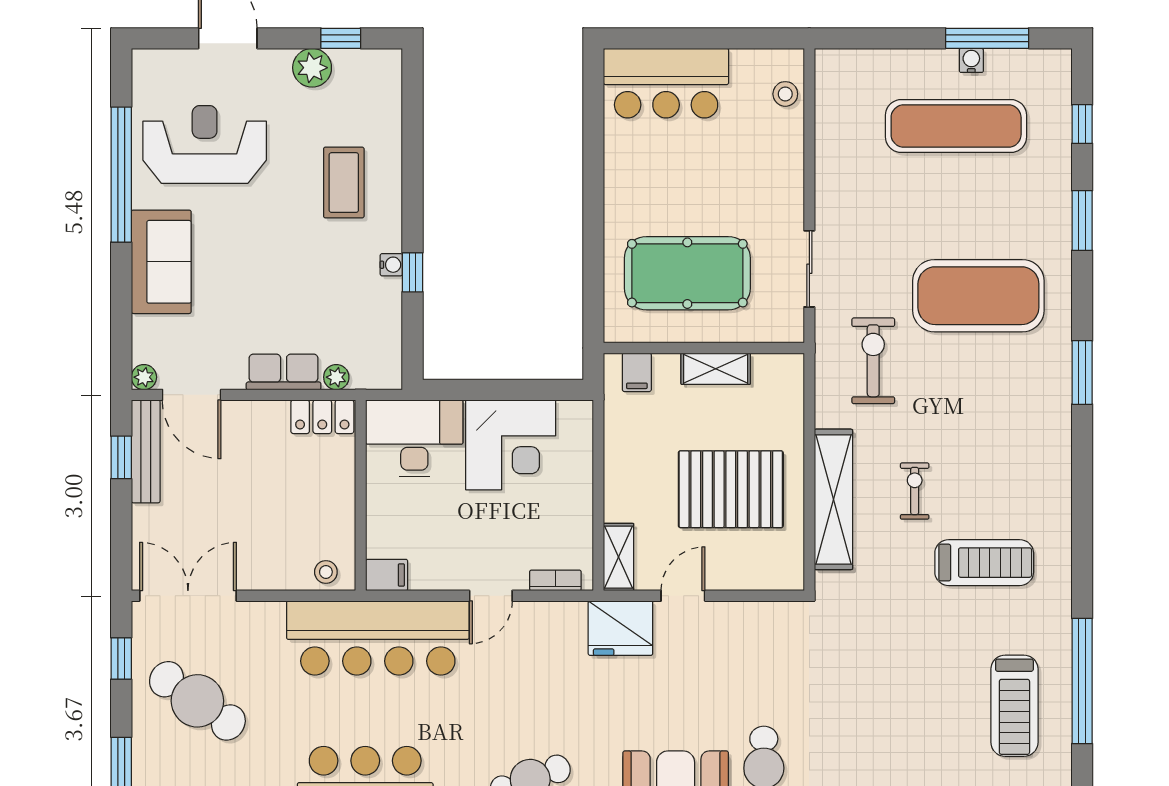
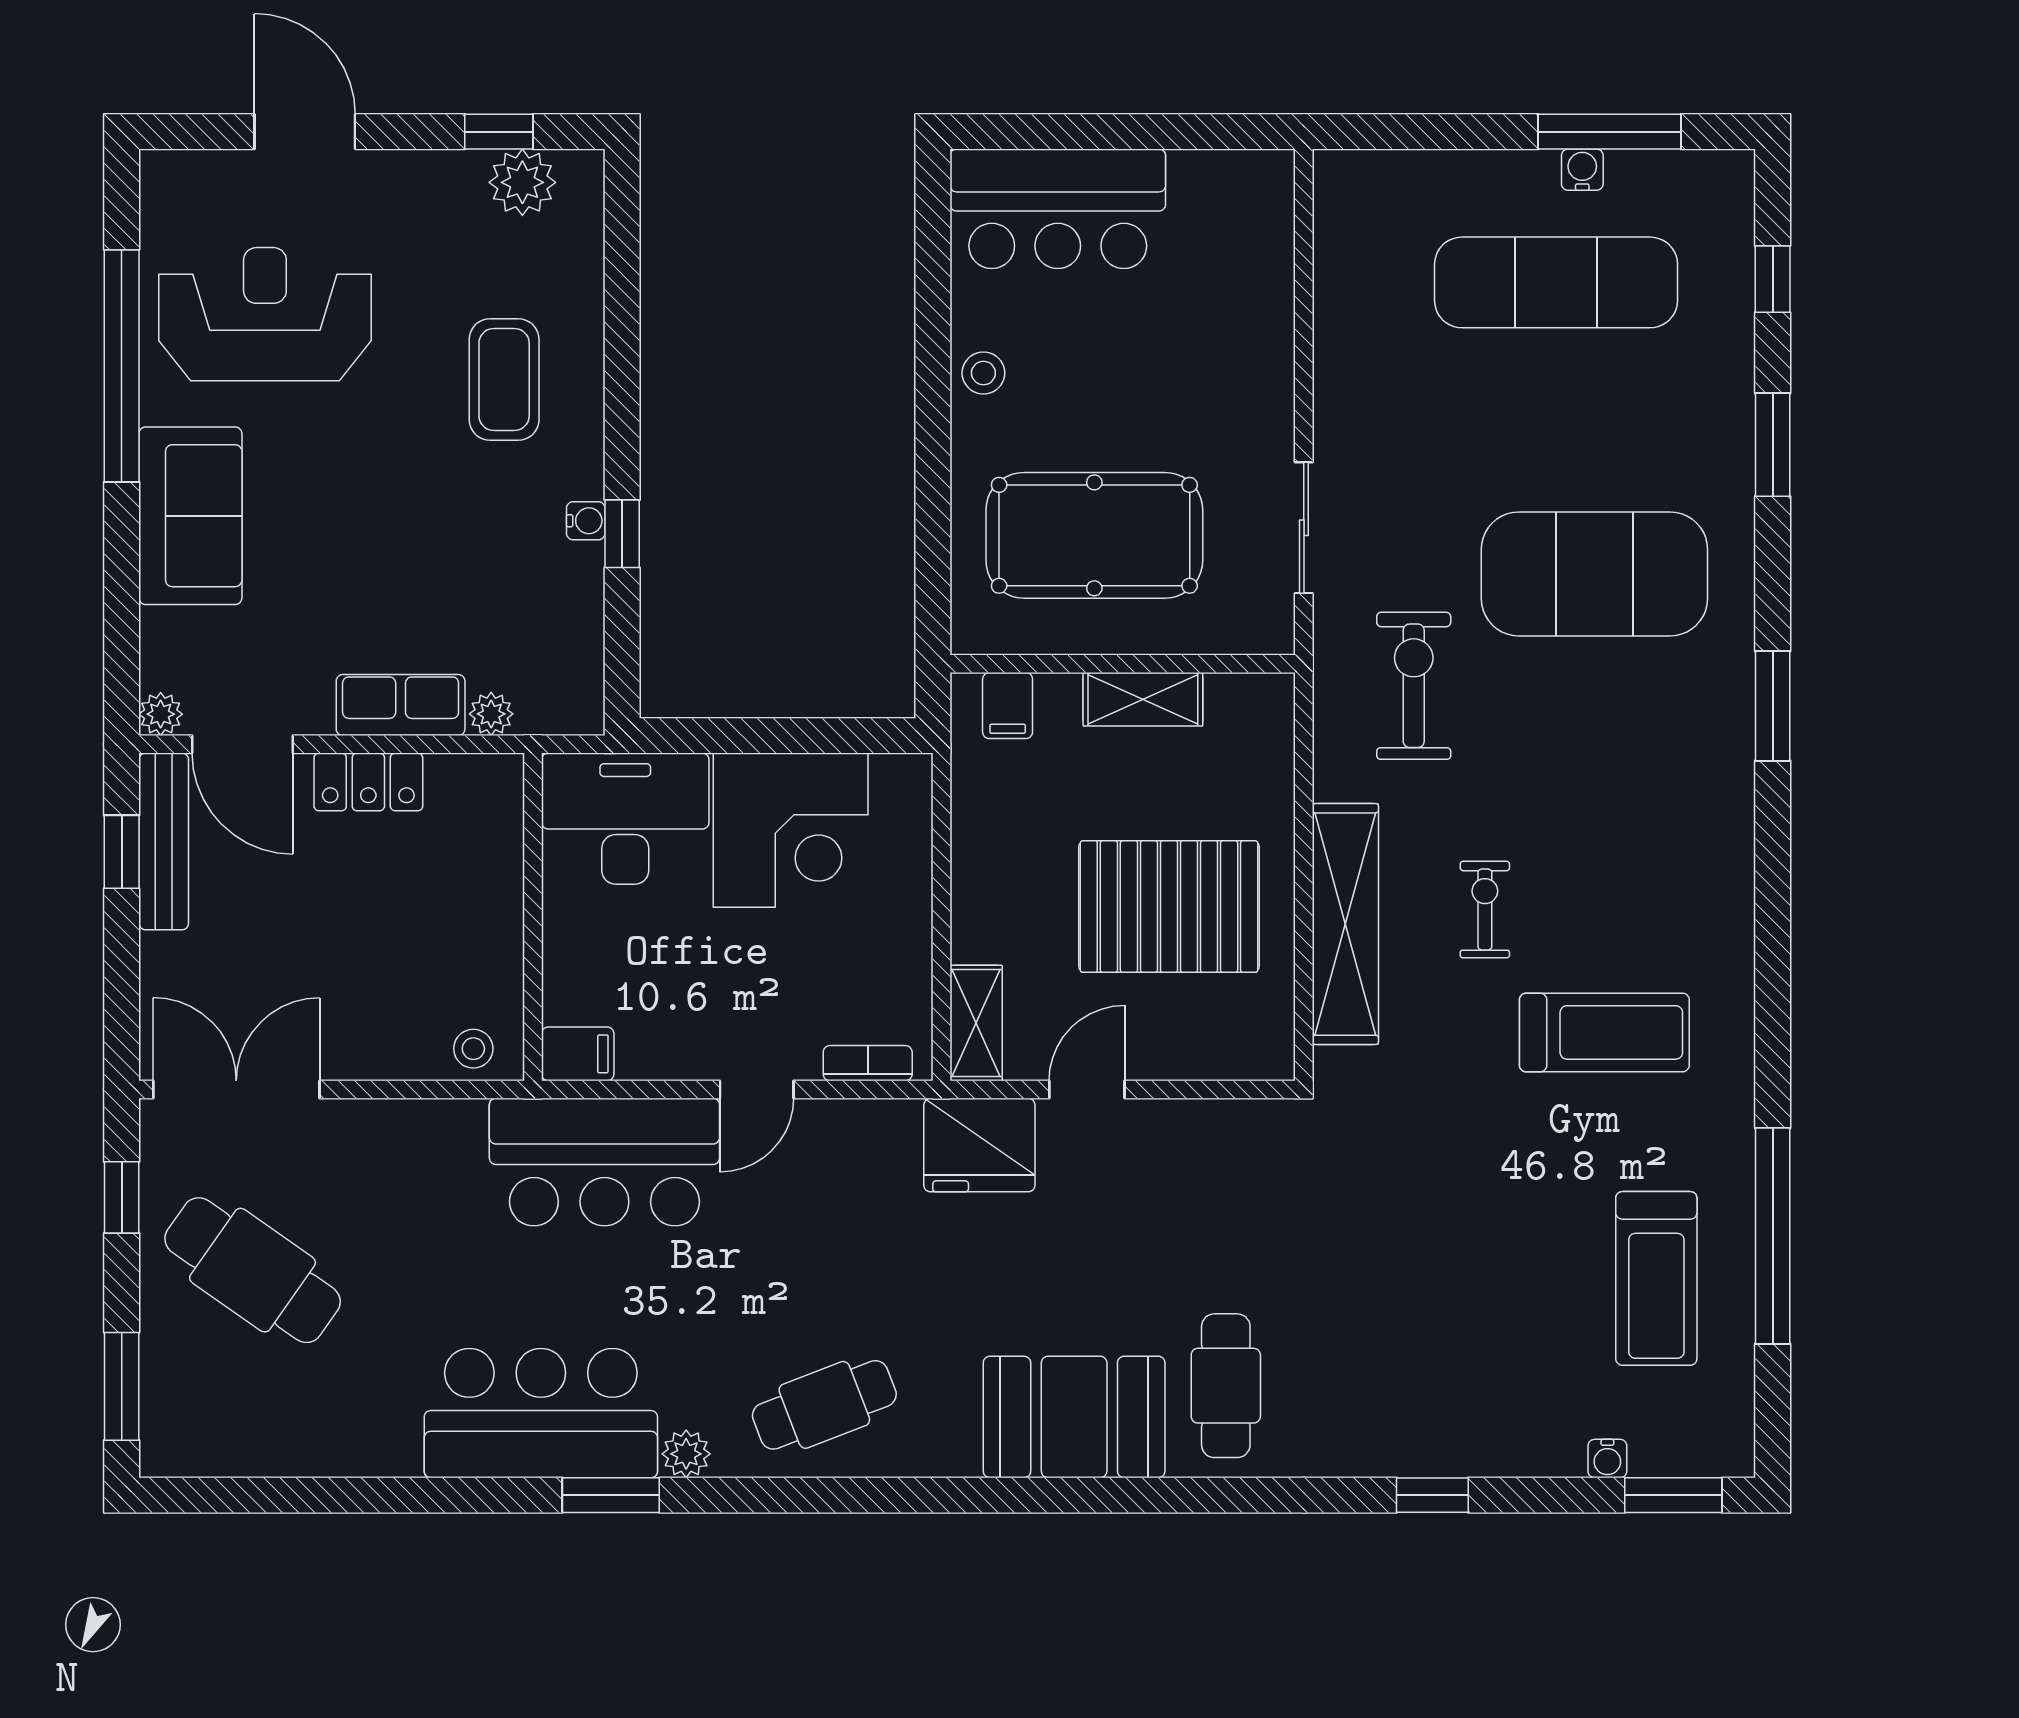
plant: (312, 68) -> (522, 182), moved
stool: (785, 94) -> (983, 373), moved
locker: (322, 417) -> (368, 782), moved
bar counter: (378, 638) -> (604, 1162), width x0.73

